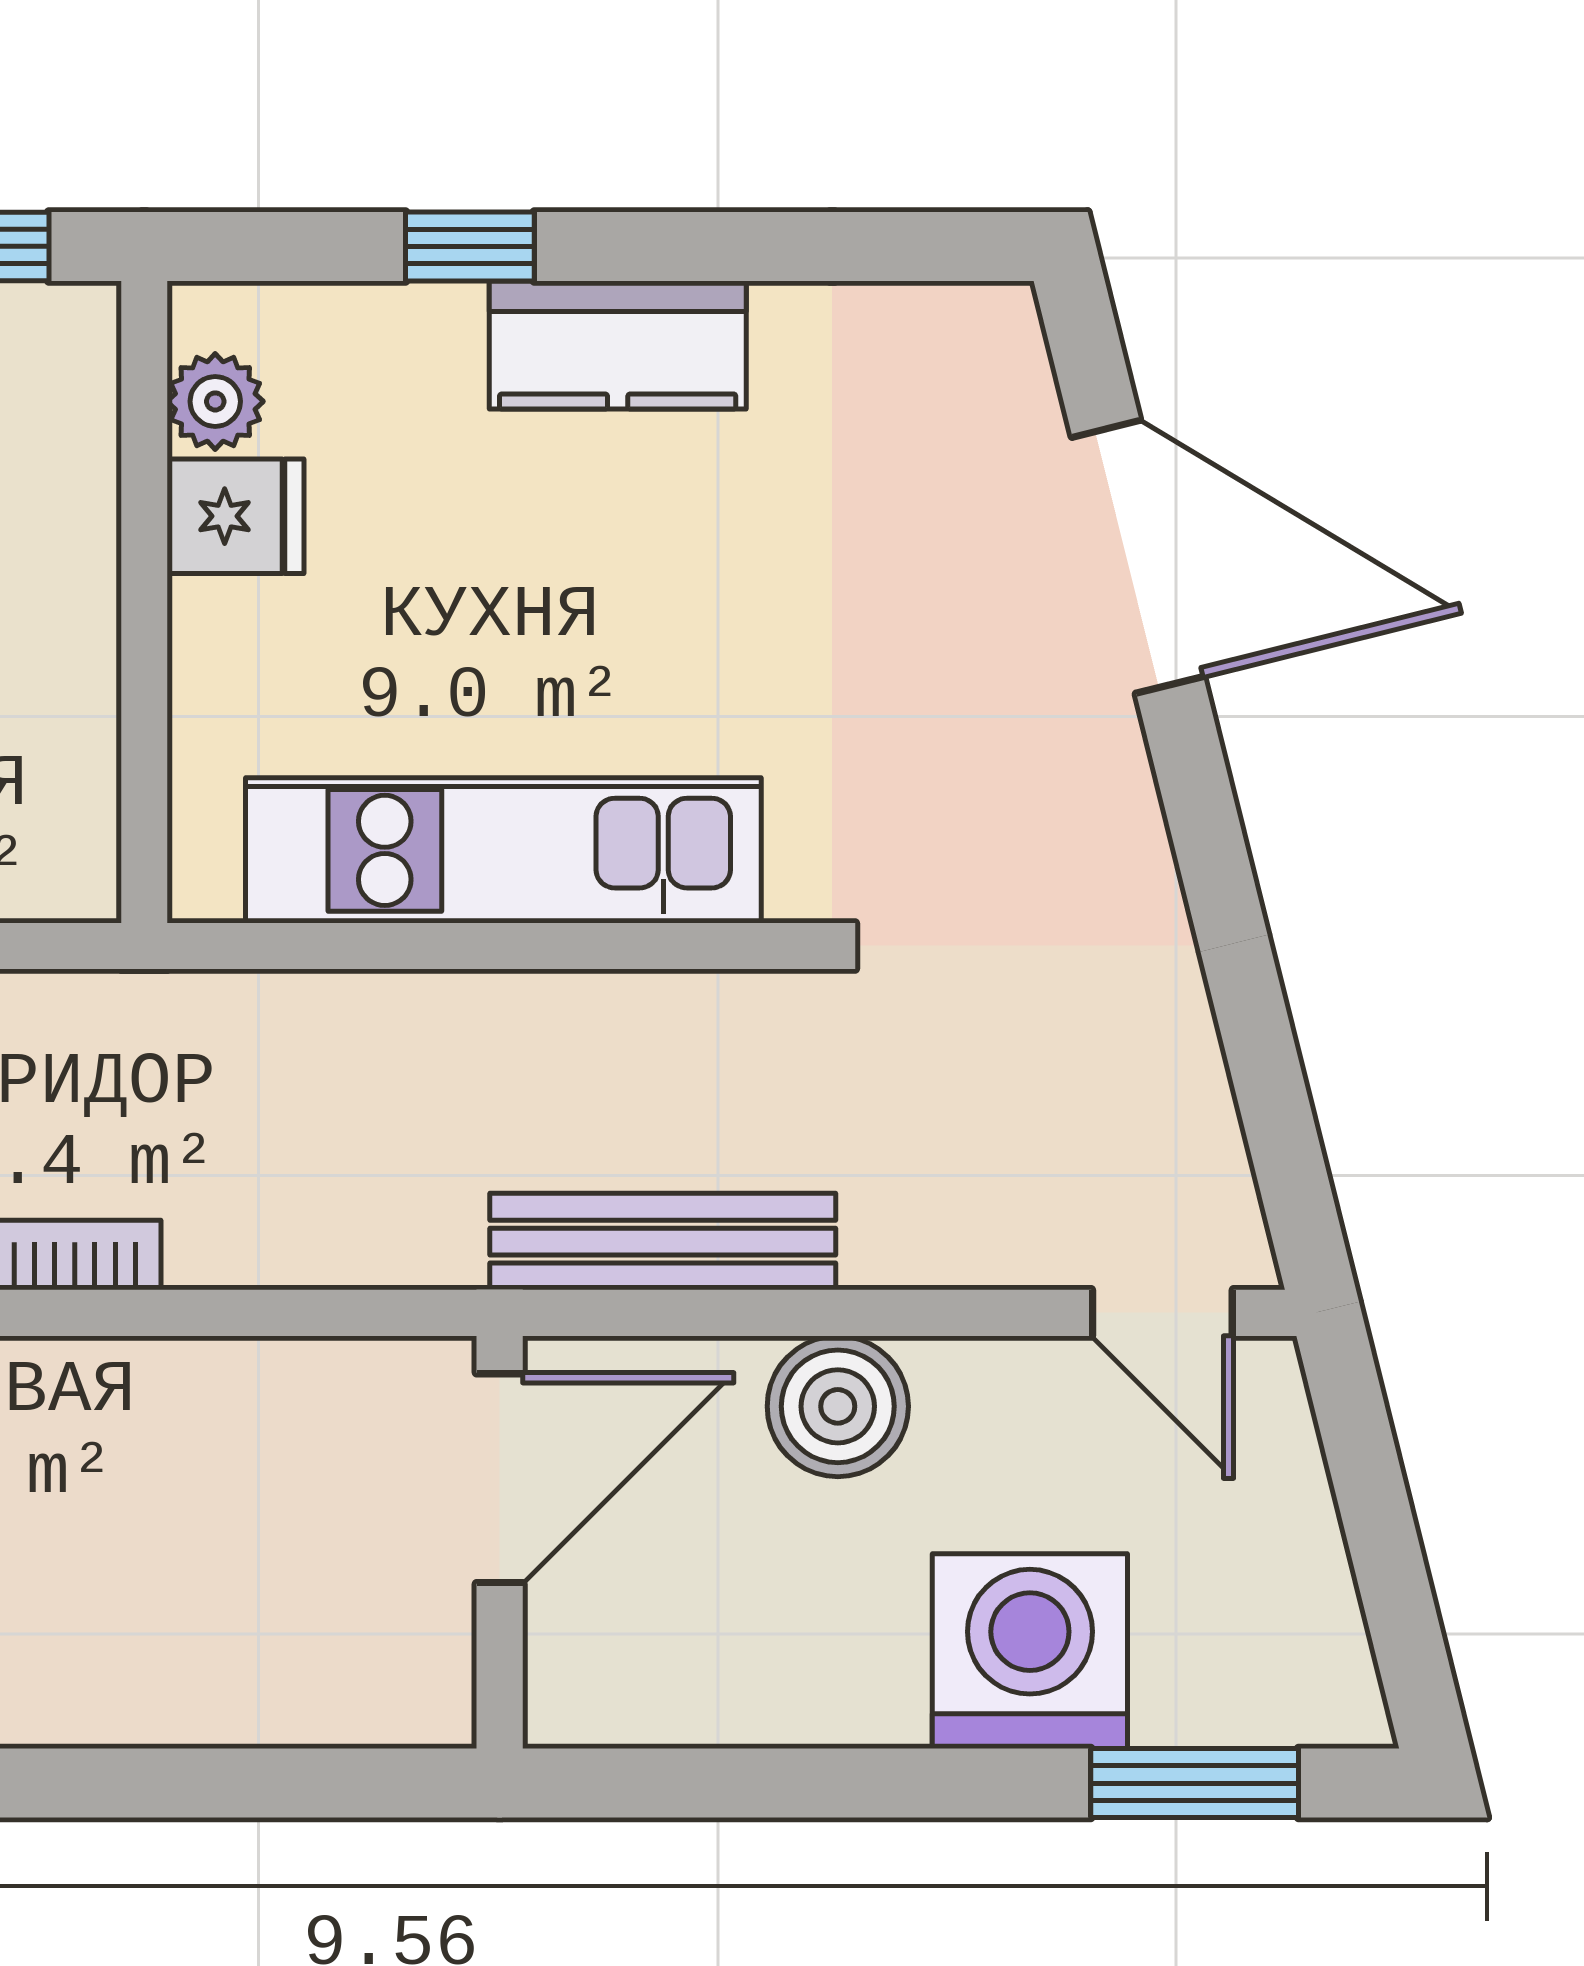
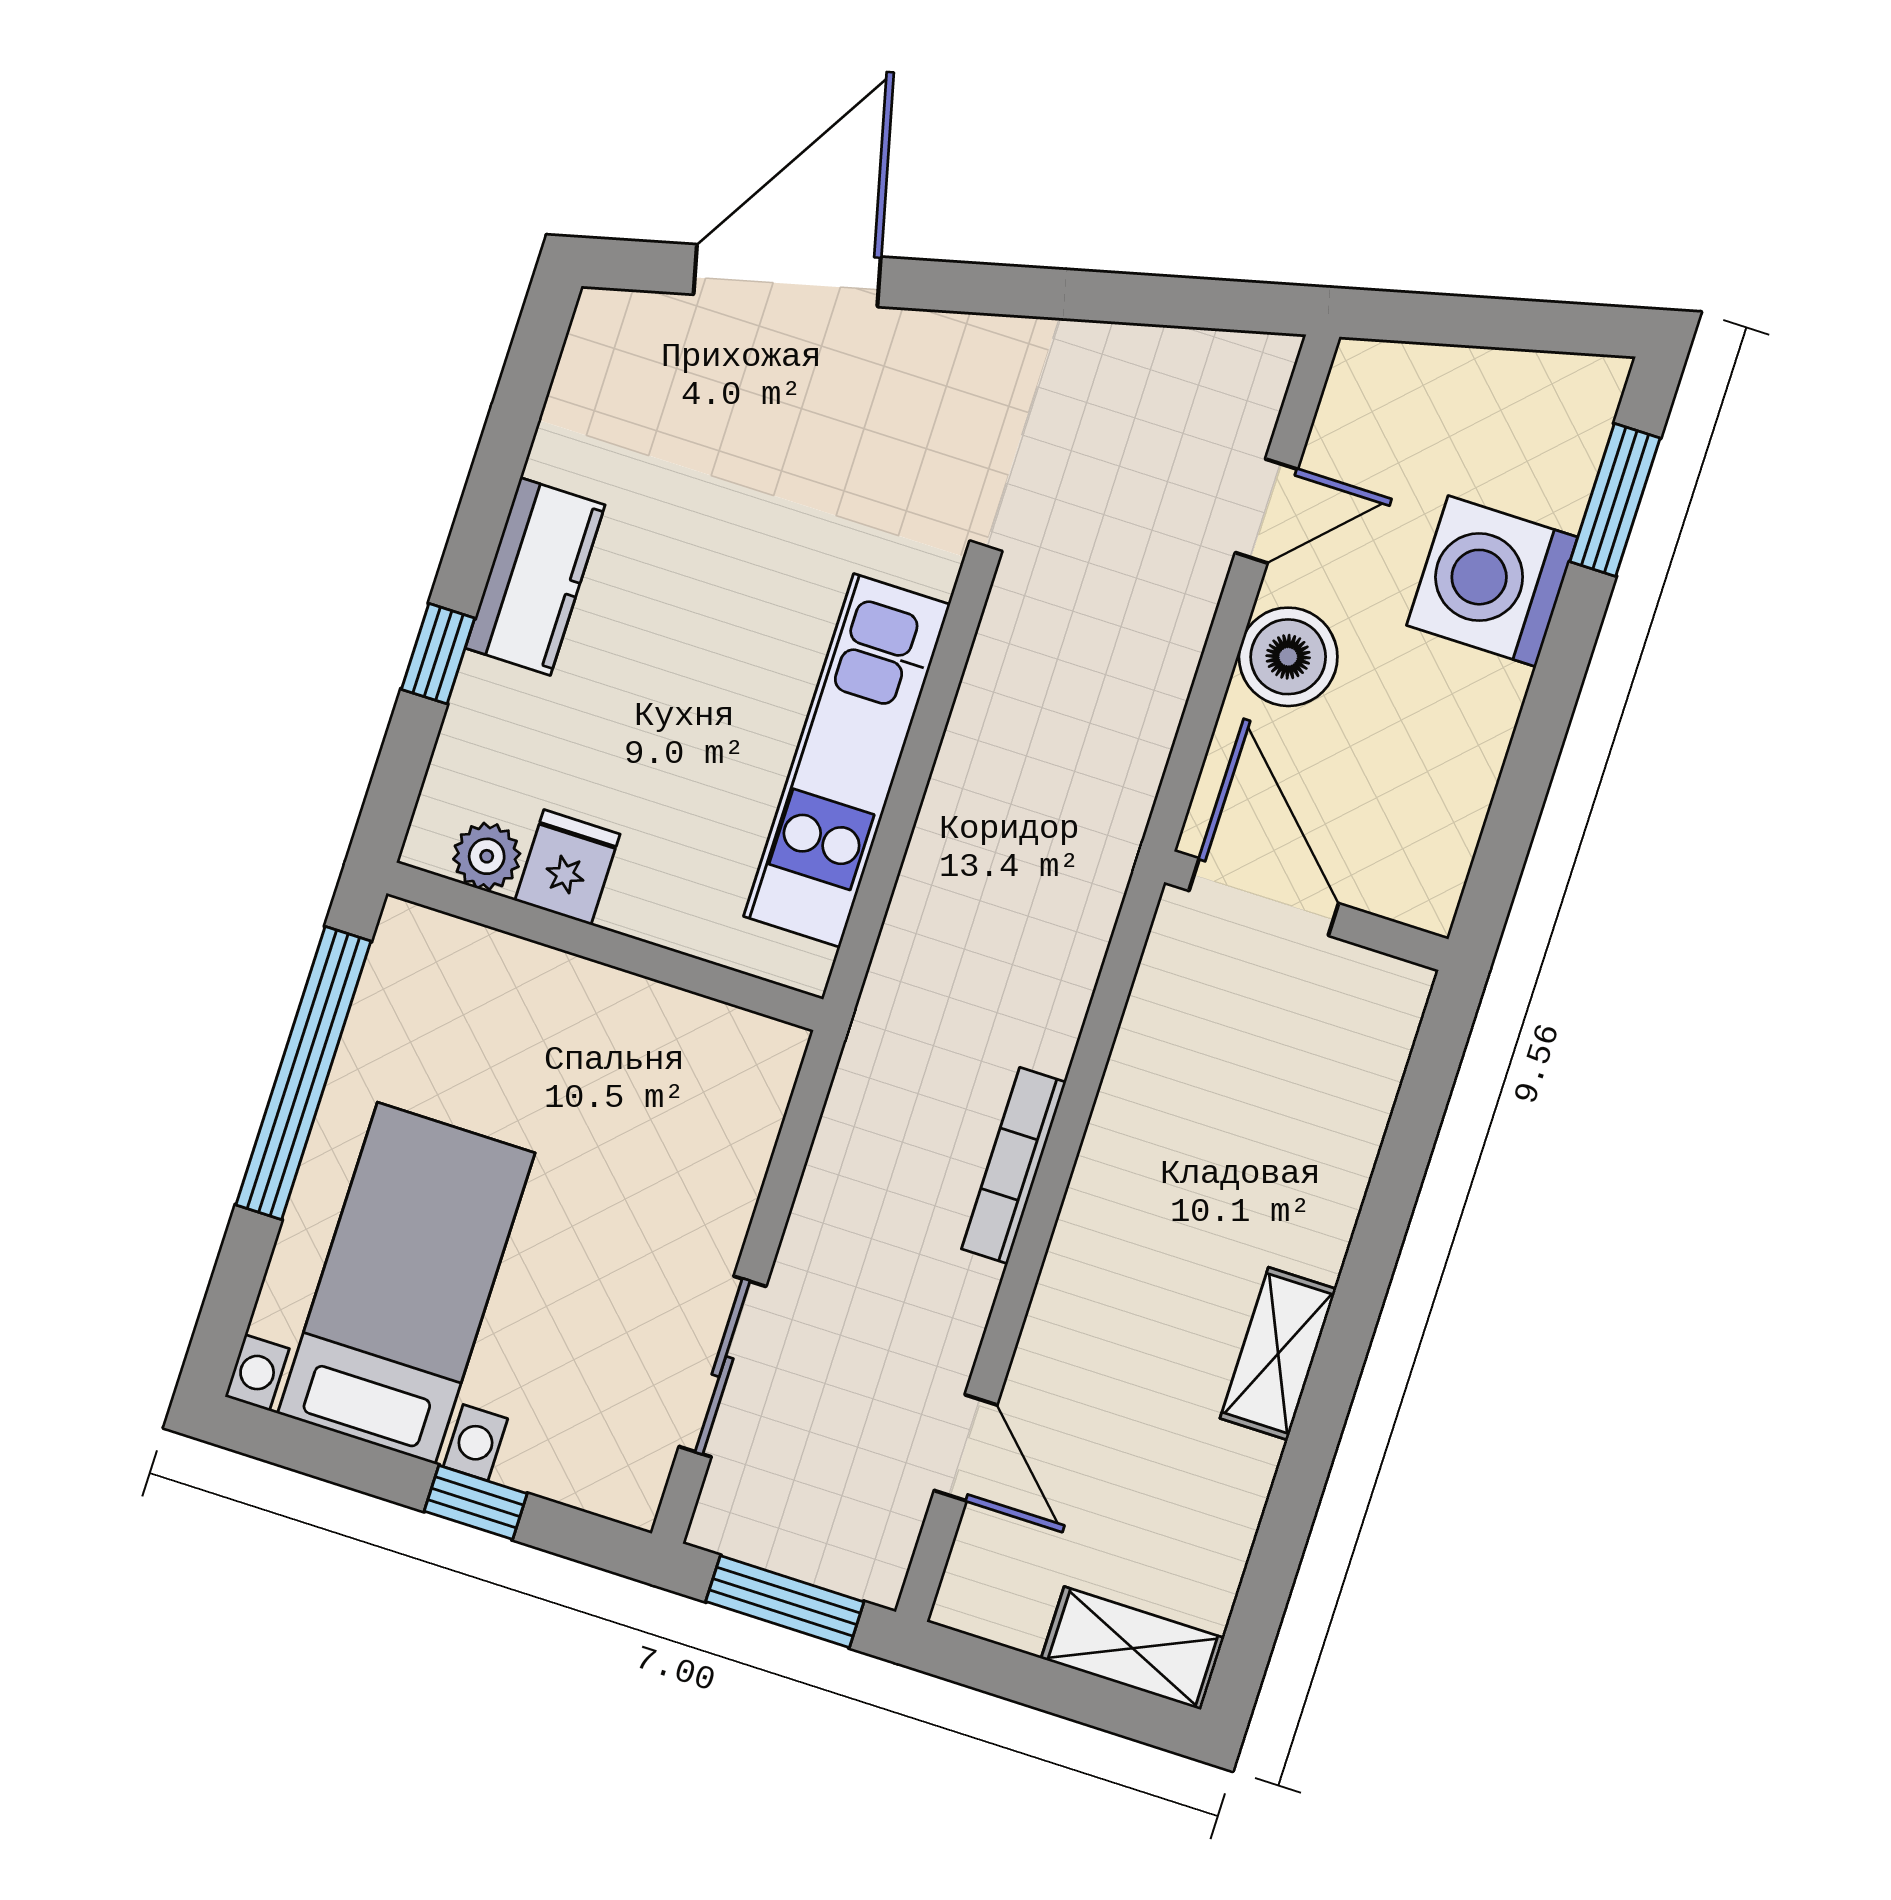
bench: (663, 1242) -> (1141, 738), removed
door: (1162, 1313) -> (1266, 511), moved

